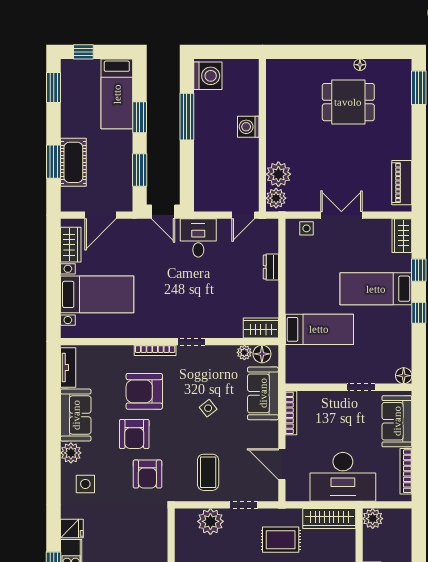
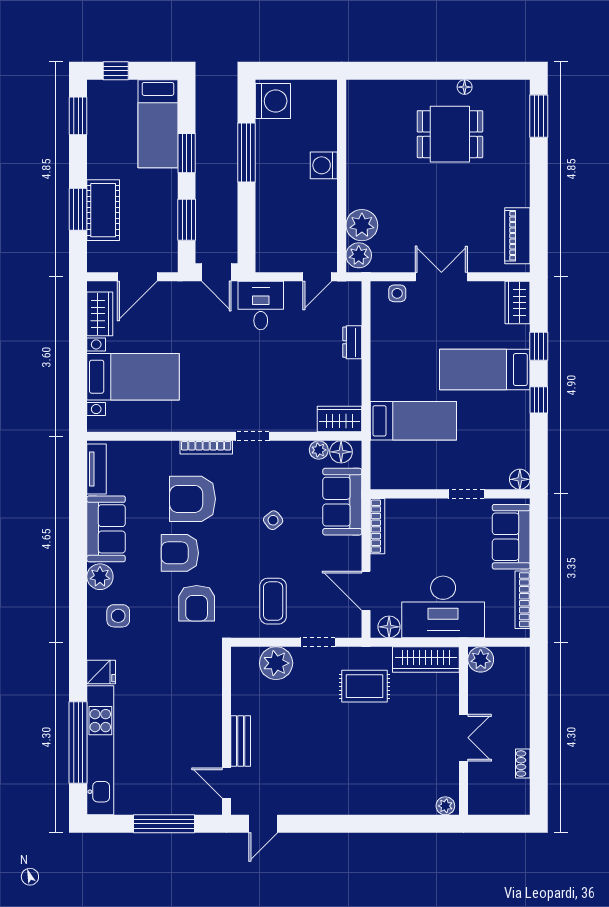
armchair: (134, 434) -> (180, 553), turned 90
floor lamp: (300, 493) -> (389, 627), added

